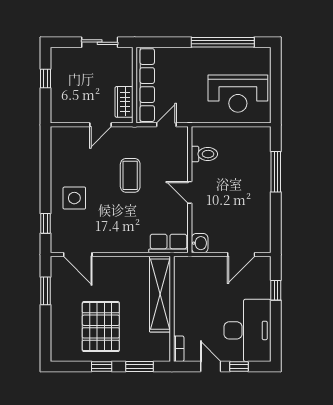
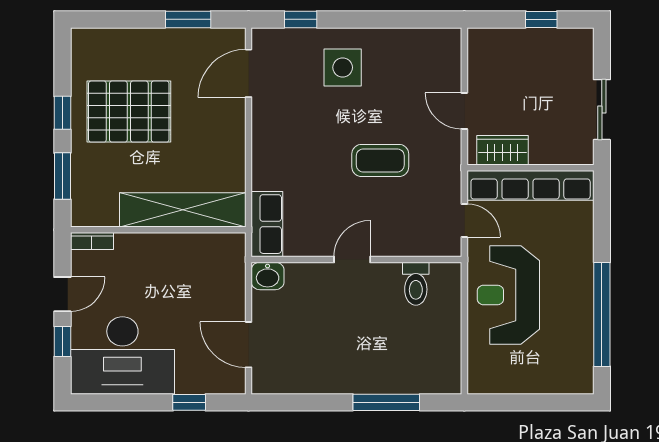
reception desk: (238, 94) -> (508, 295), moved

